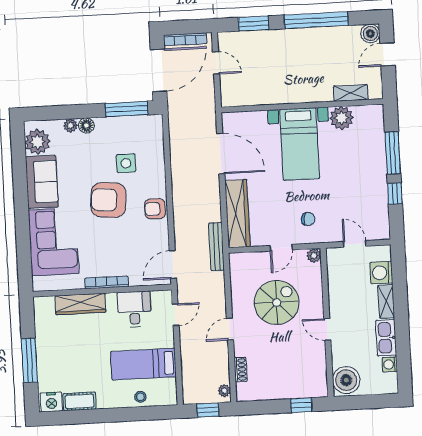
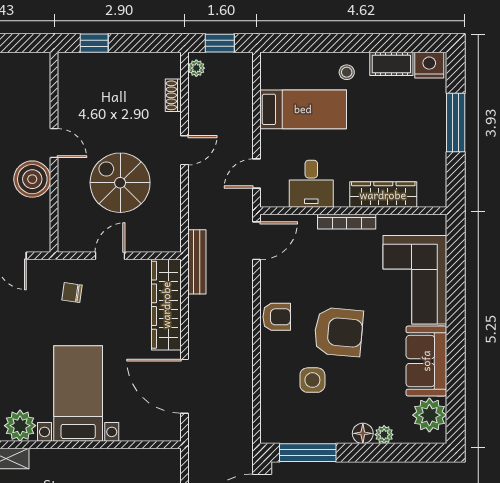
plant: (314, 256) -> (67, 243), removed
spiral stairs: (277, 302) -> (120, 183), turned 90
boiler: (346, 380) -> (32, 179), moved
stool: (140, 397) -> (347, 72), moved

